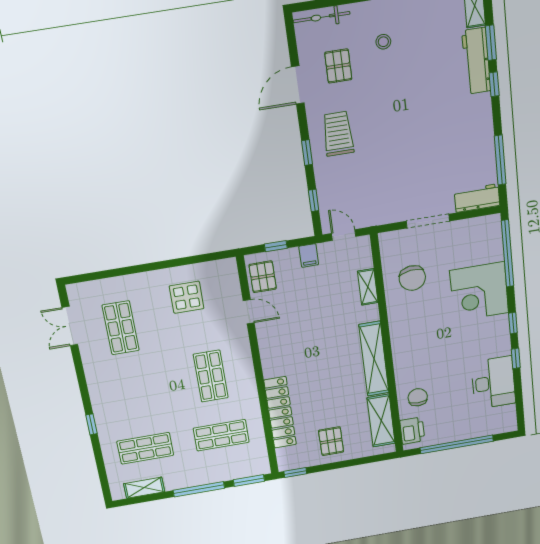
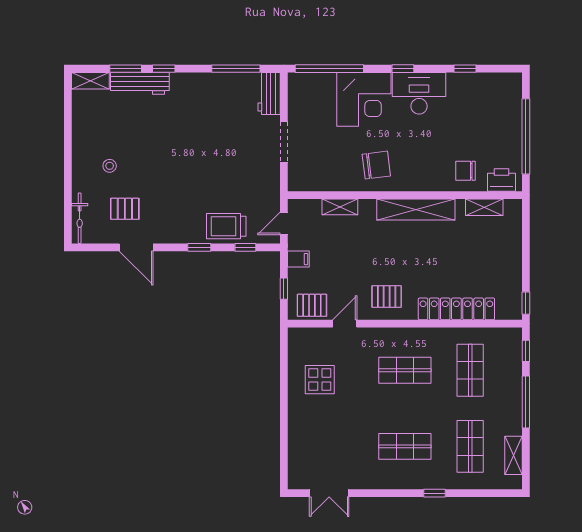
trolley: (338, 134) -> (226, 226), moved
chair: (412, 278) -> (376, 165), moved
shop shelf: (121, 328) -> (405, 446), moved
window: (516, 358) -> (465, 69), moved
desk: (493, 383) -> (419, 93), moved
shelving: (381, 421) -> (484, 207), width x0.67, depth x0.75
pallet: (331, 441) -> (387, 296), moved
window: (249, 481) -> (526, 351), width x0.67

